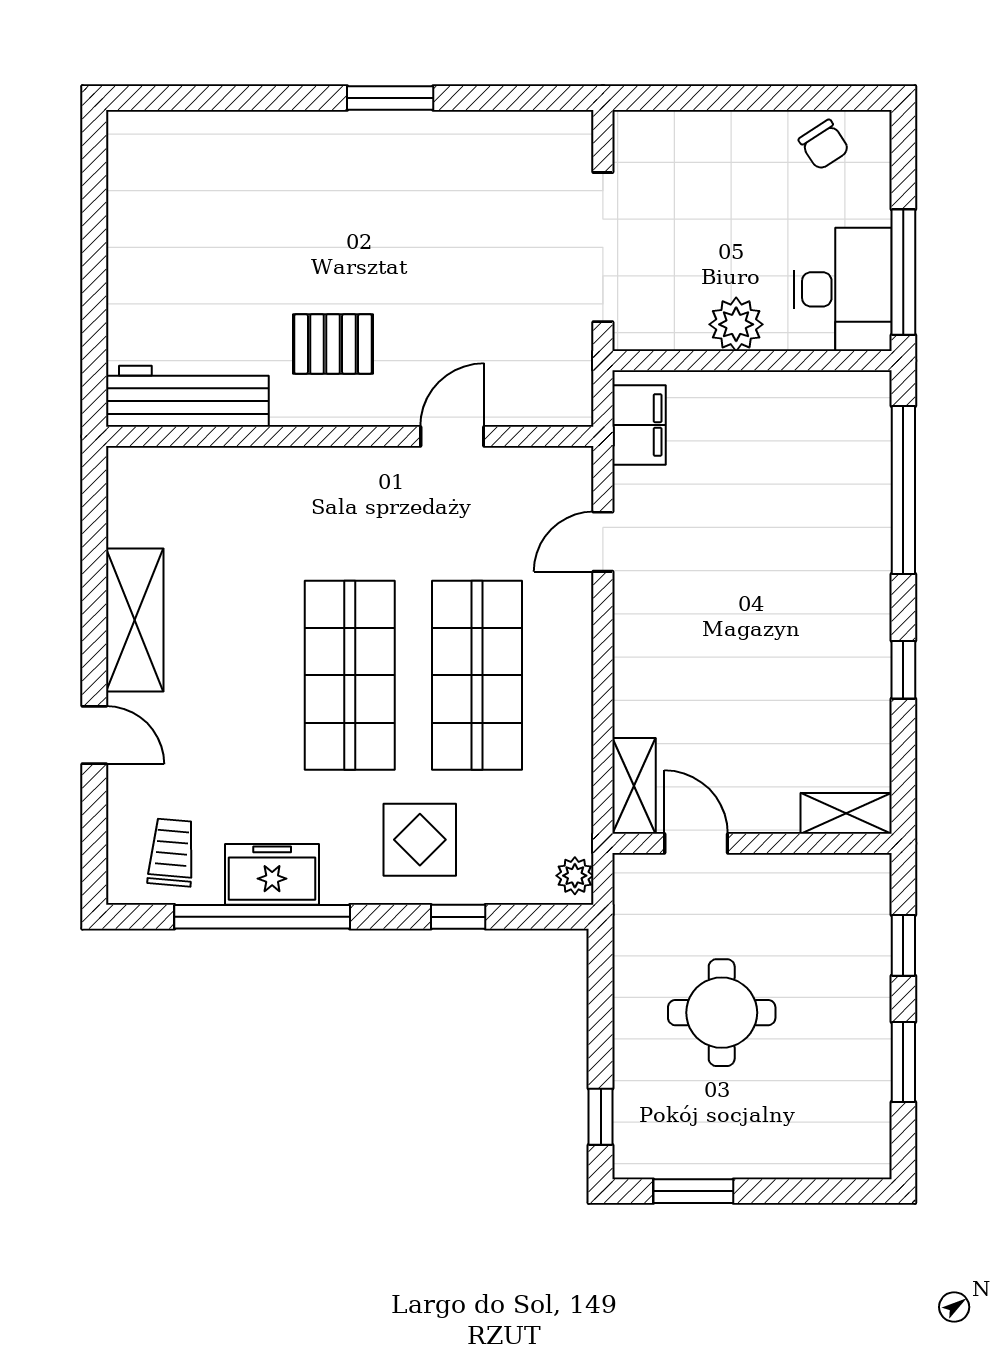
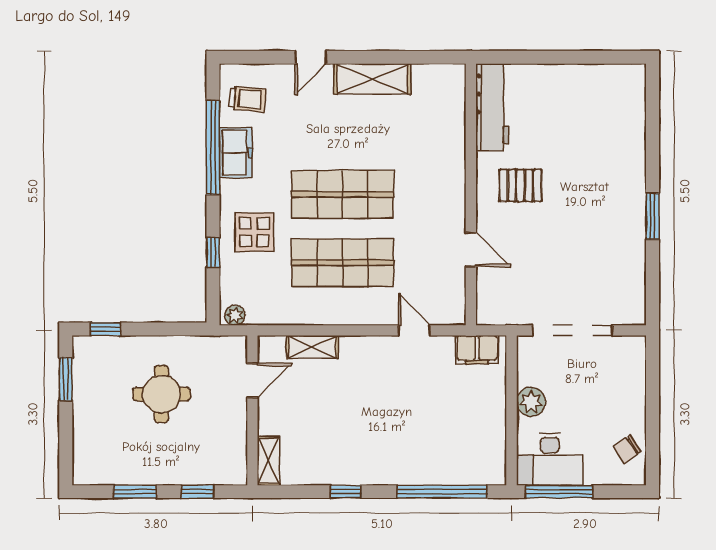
pallet: (333, 344) -> (520, 185), turned 90
shelving: (634, 786) -> (312, 347), moved

